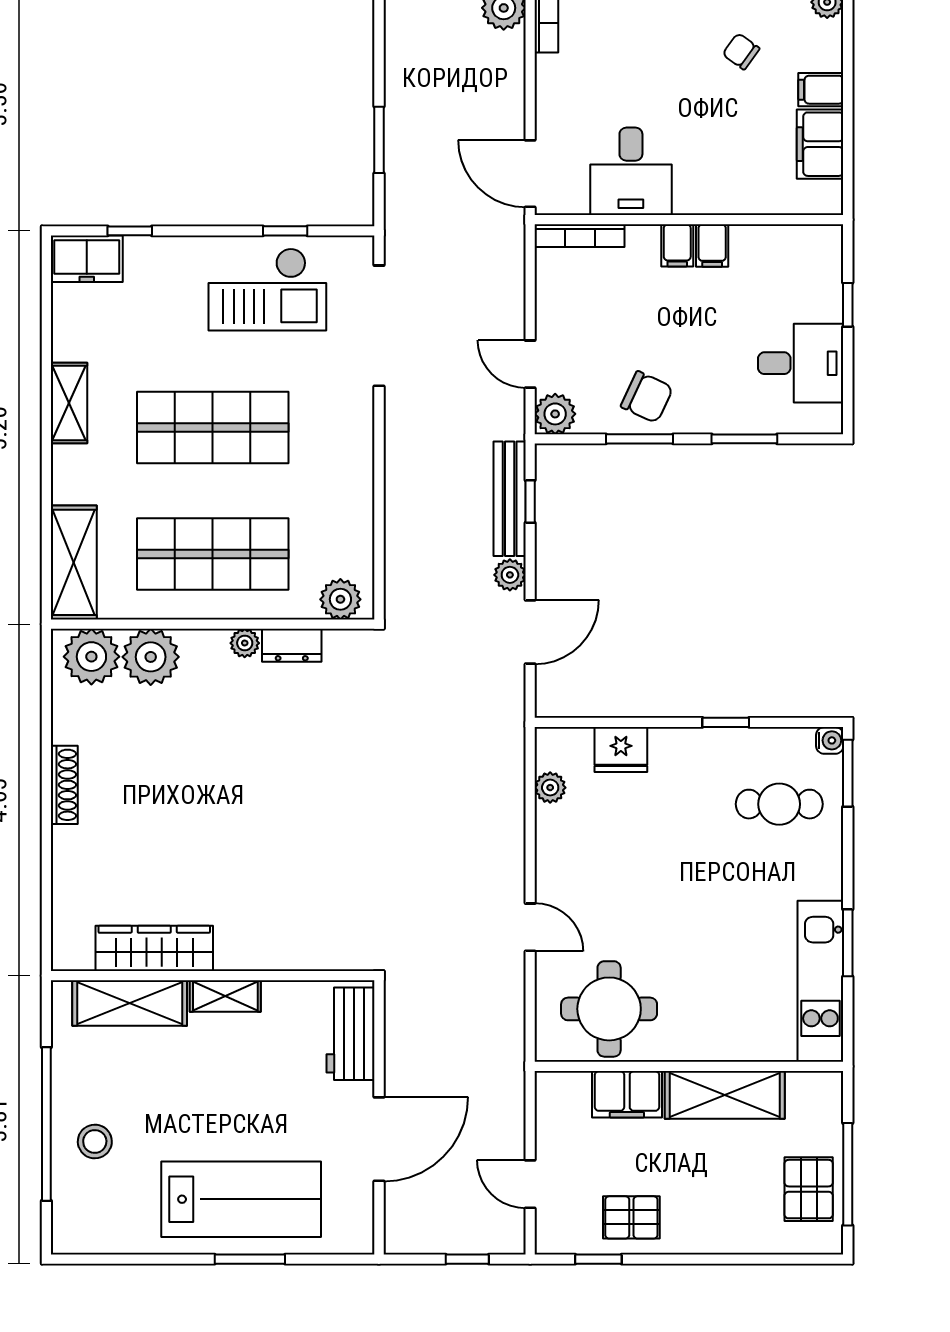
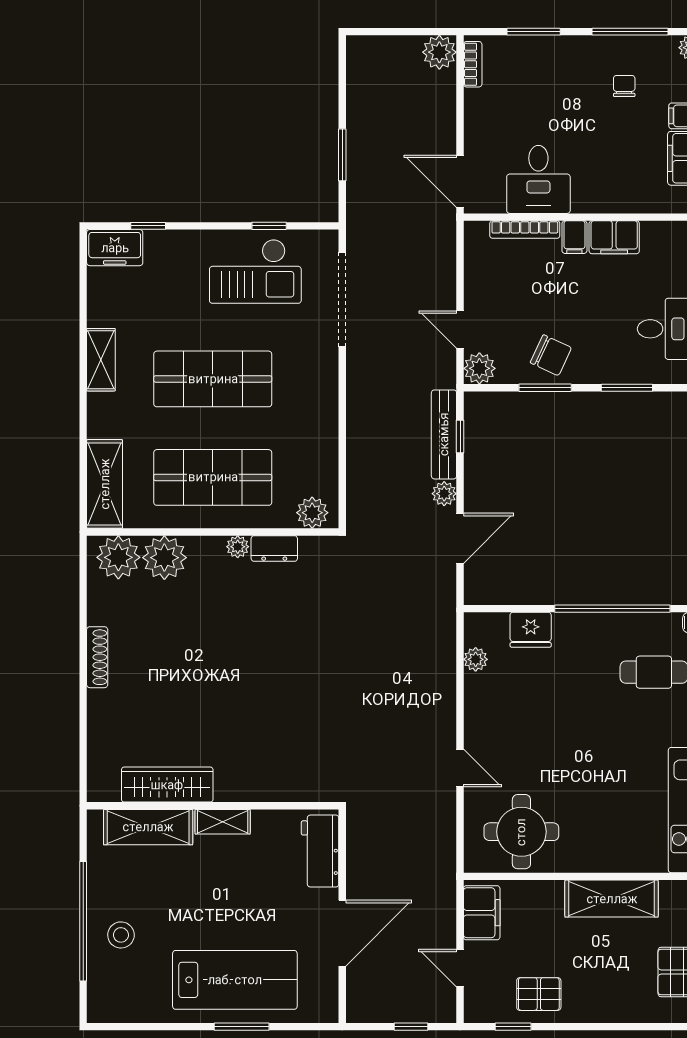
chair: (741, 51) -> (624, 86), turned 54
bookcase: (580, 236) -> (525, 230), moved
filing cabinet: (712, 246) -> (614, 237), width x2.00
window: (726, 722) -> (612, 609), width x3.17
filing cabinet: (627, 1094) -> (482, 913), moved, turned -90

